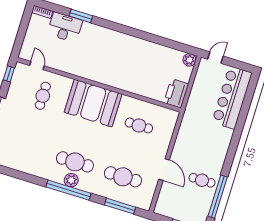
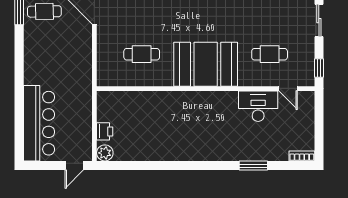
desk: (65, 27) -> (258, 106), moved, turned 180
printer: (176, 93) -> (105, 131), moved, width x0.53, depth x0.68
cafe table: (43, 96) -> (270, 54), turned 90

